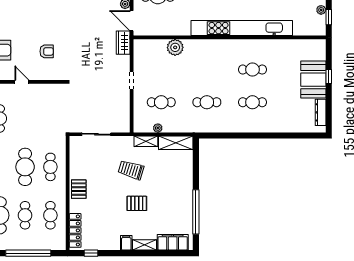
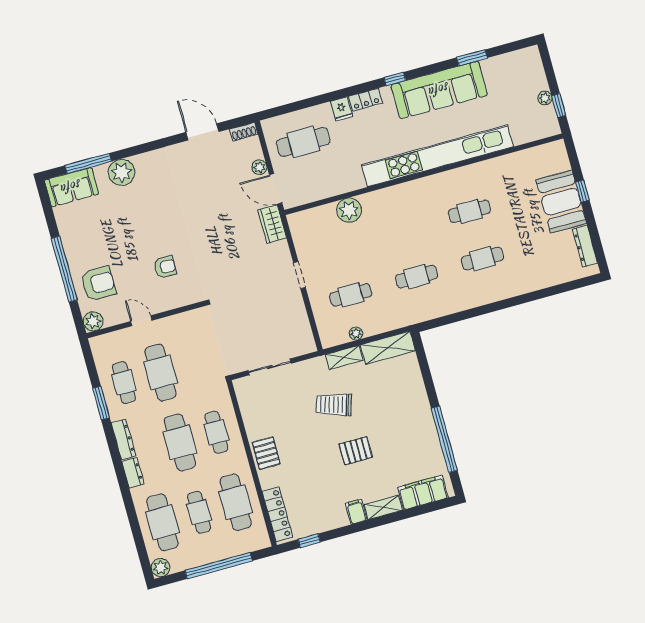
cafe table: (25, 118) -> (161, 372), added
cafe table: (50, 215) -> (236, 502), width x1.37, depth x1.35

